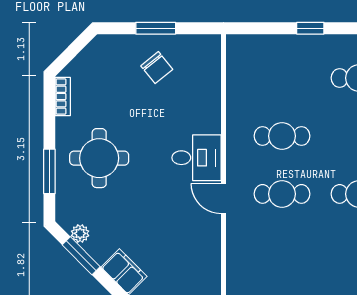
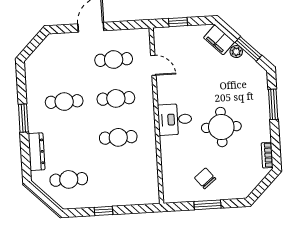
round table: (99, 158) -> (221, 127), moved
door: (224, 199) -> (153, 65), moved
plant: (80, 233) -> (236, 52), moved
cafe table: (282, 252) -> (114, 59), added

